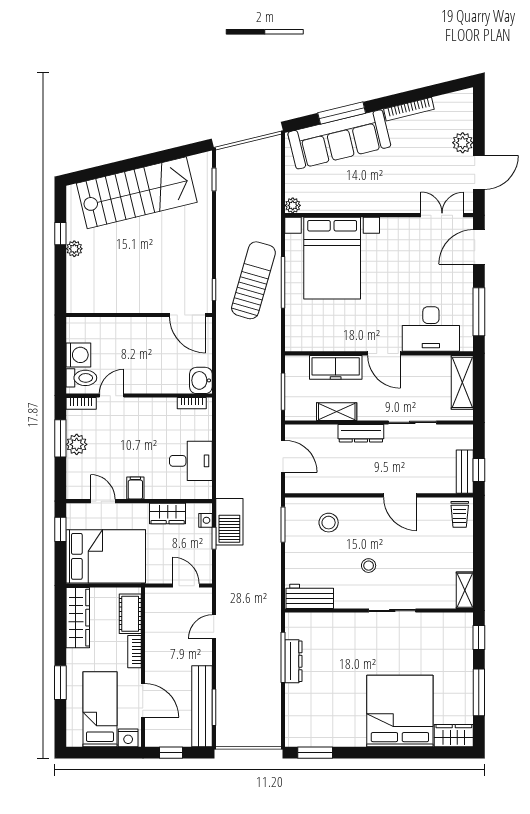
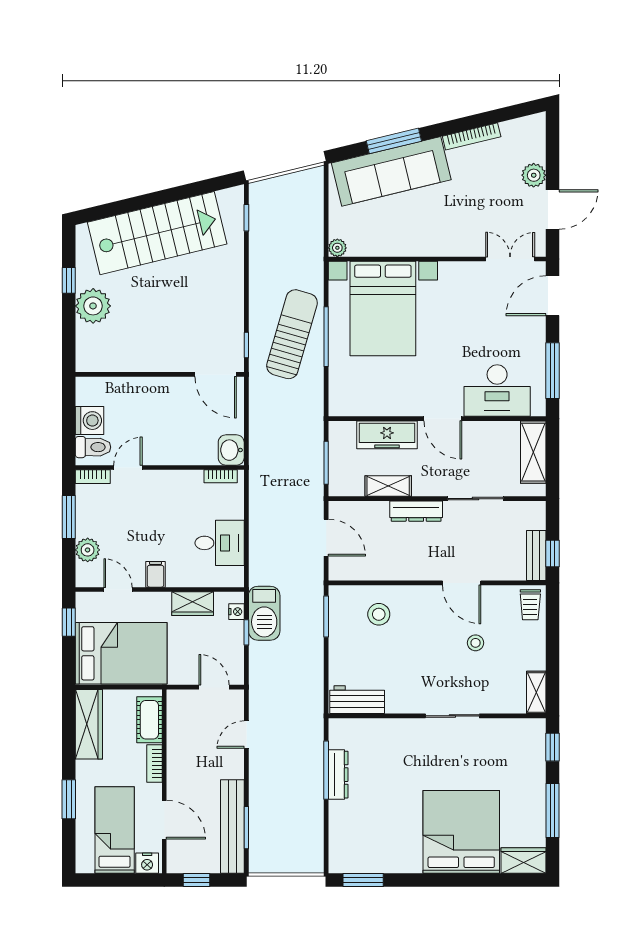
plant: (74, 249) -> (93, 306), width x1.88, depth x1.88
plant: (77, 444) -> (88, 550), moved
stool: (369, 566) -> (476, 643), moved

